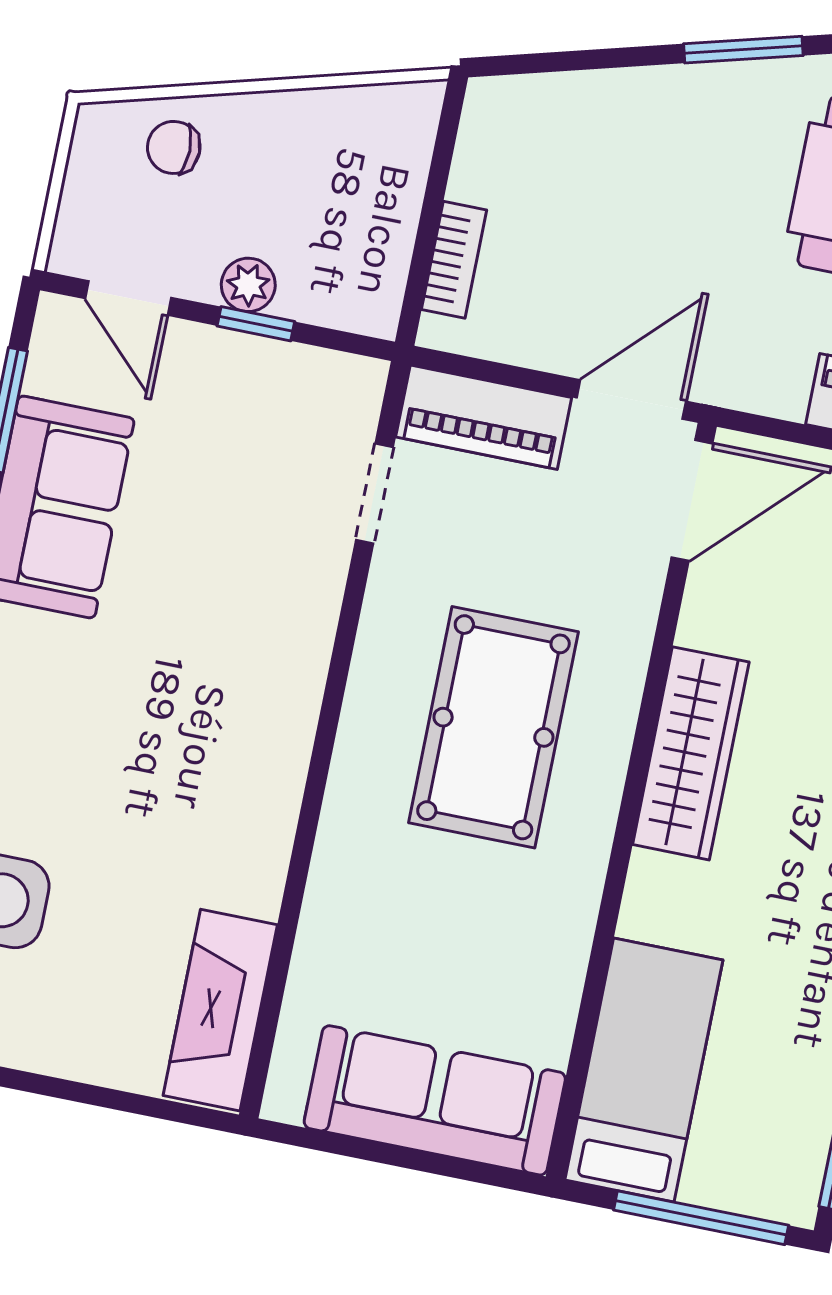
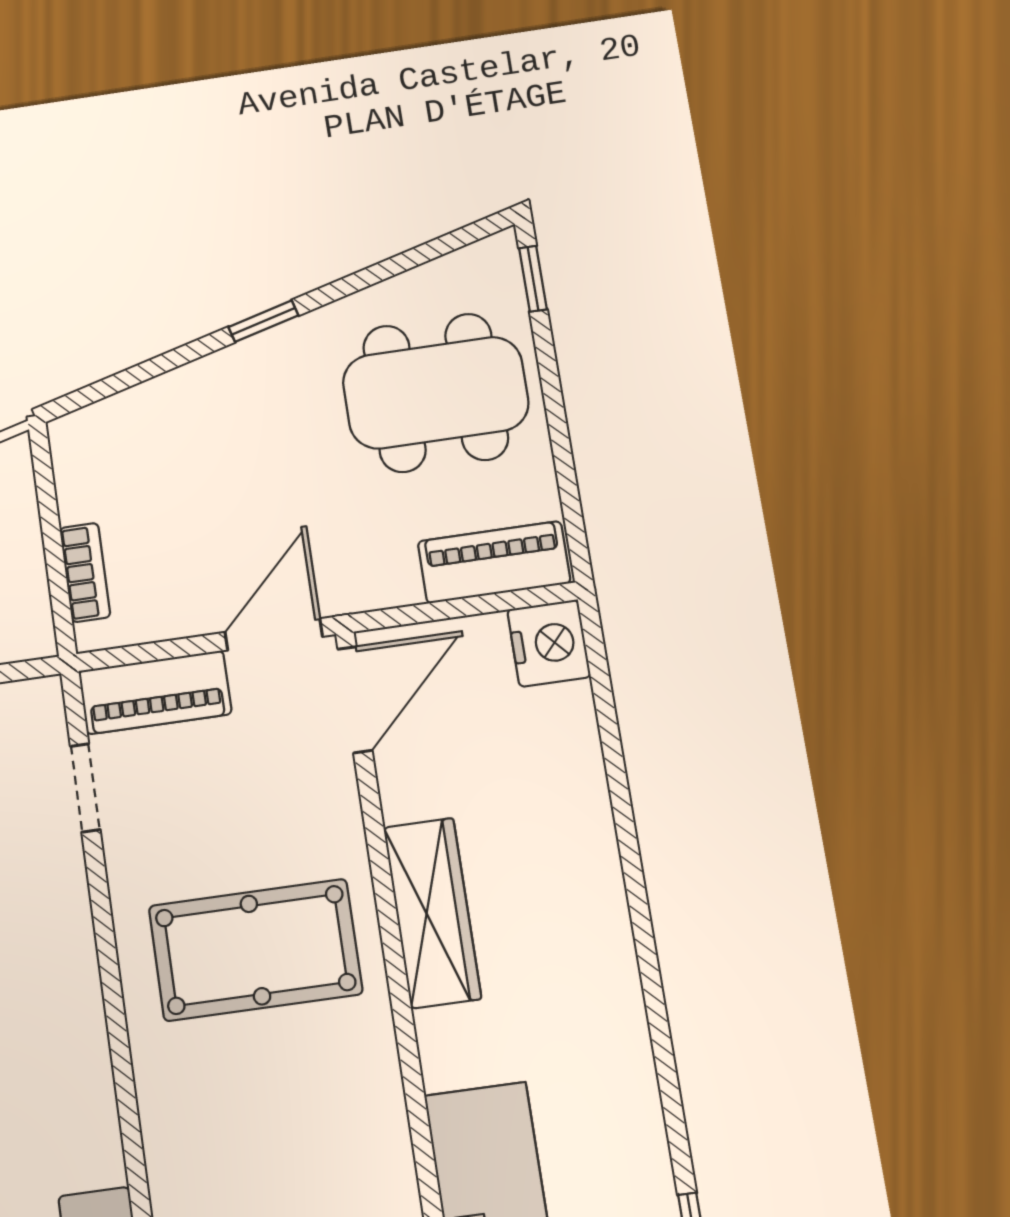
window: (743, 50) -> (263, 321), width x0.67
pool table: (493, 727) -> (255, 950), turned 90

